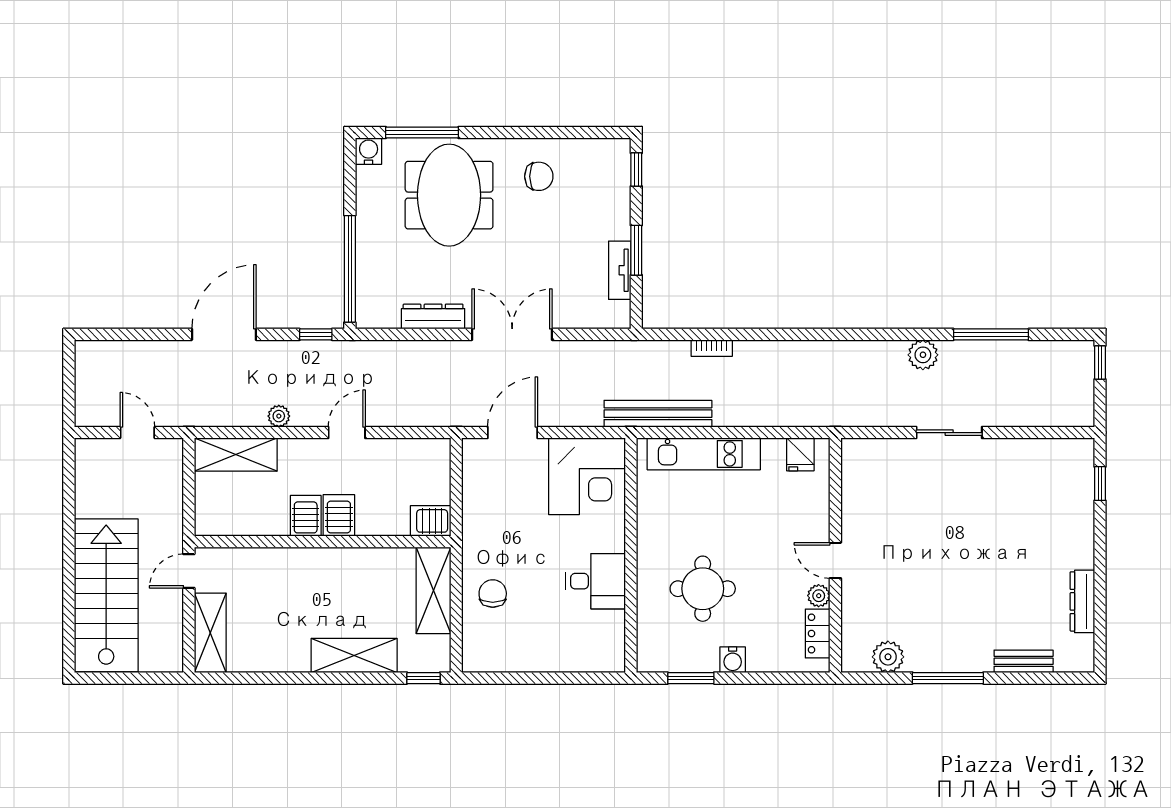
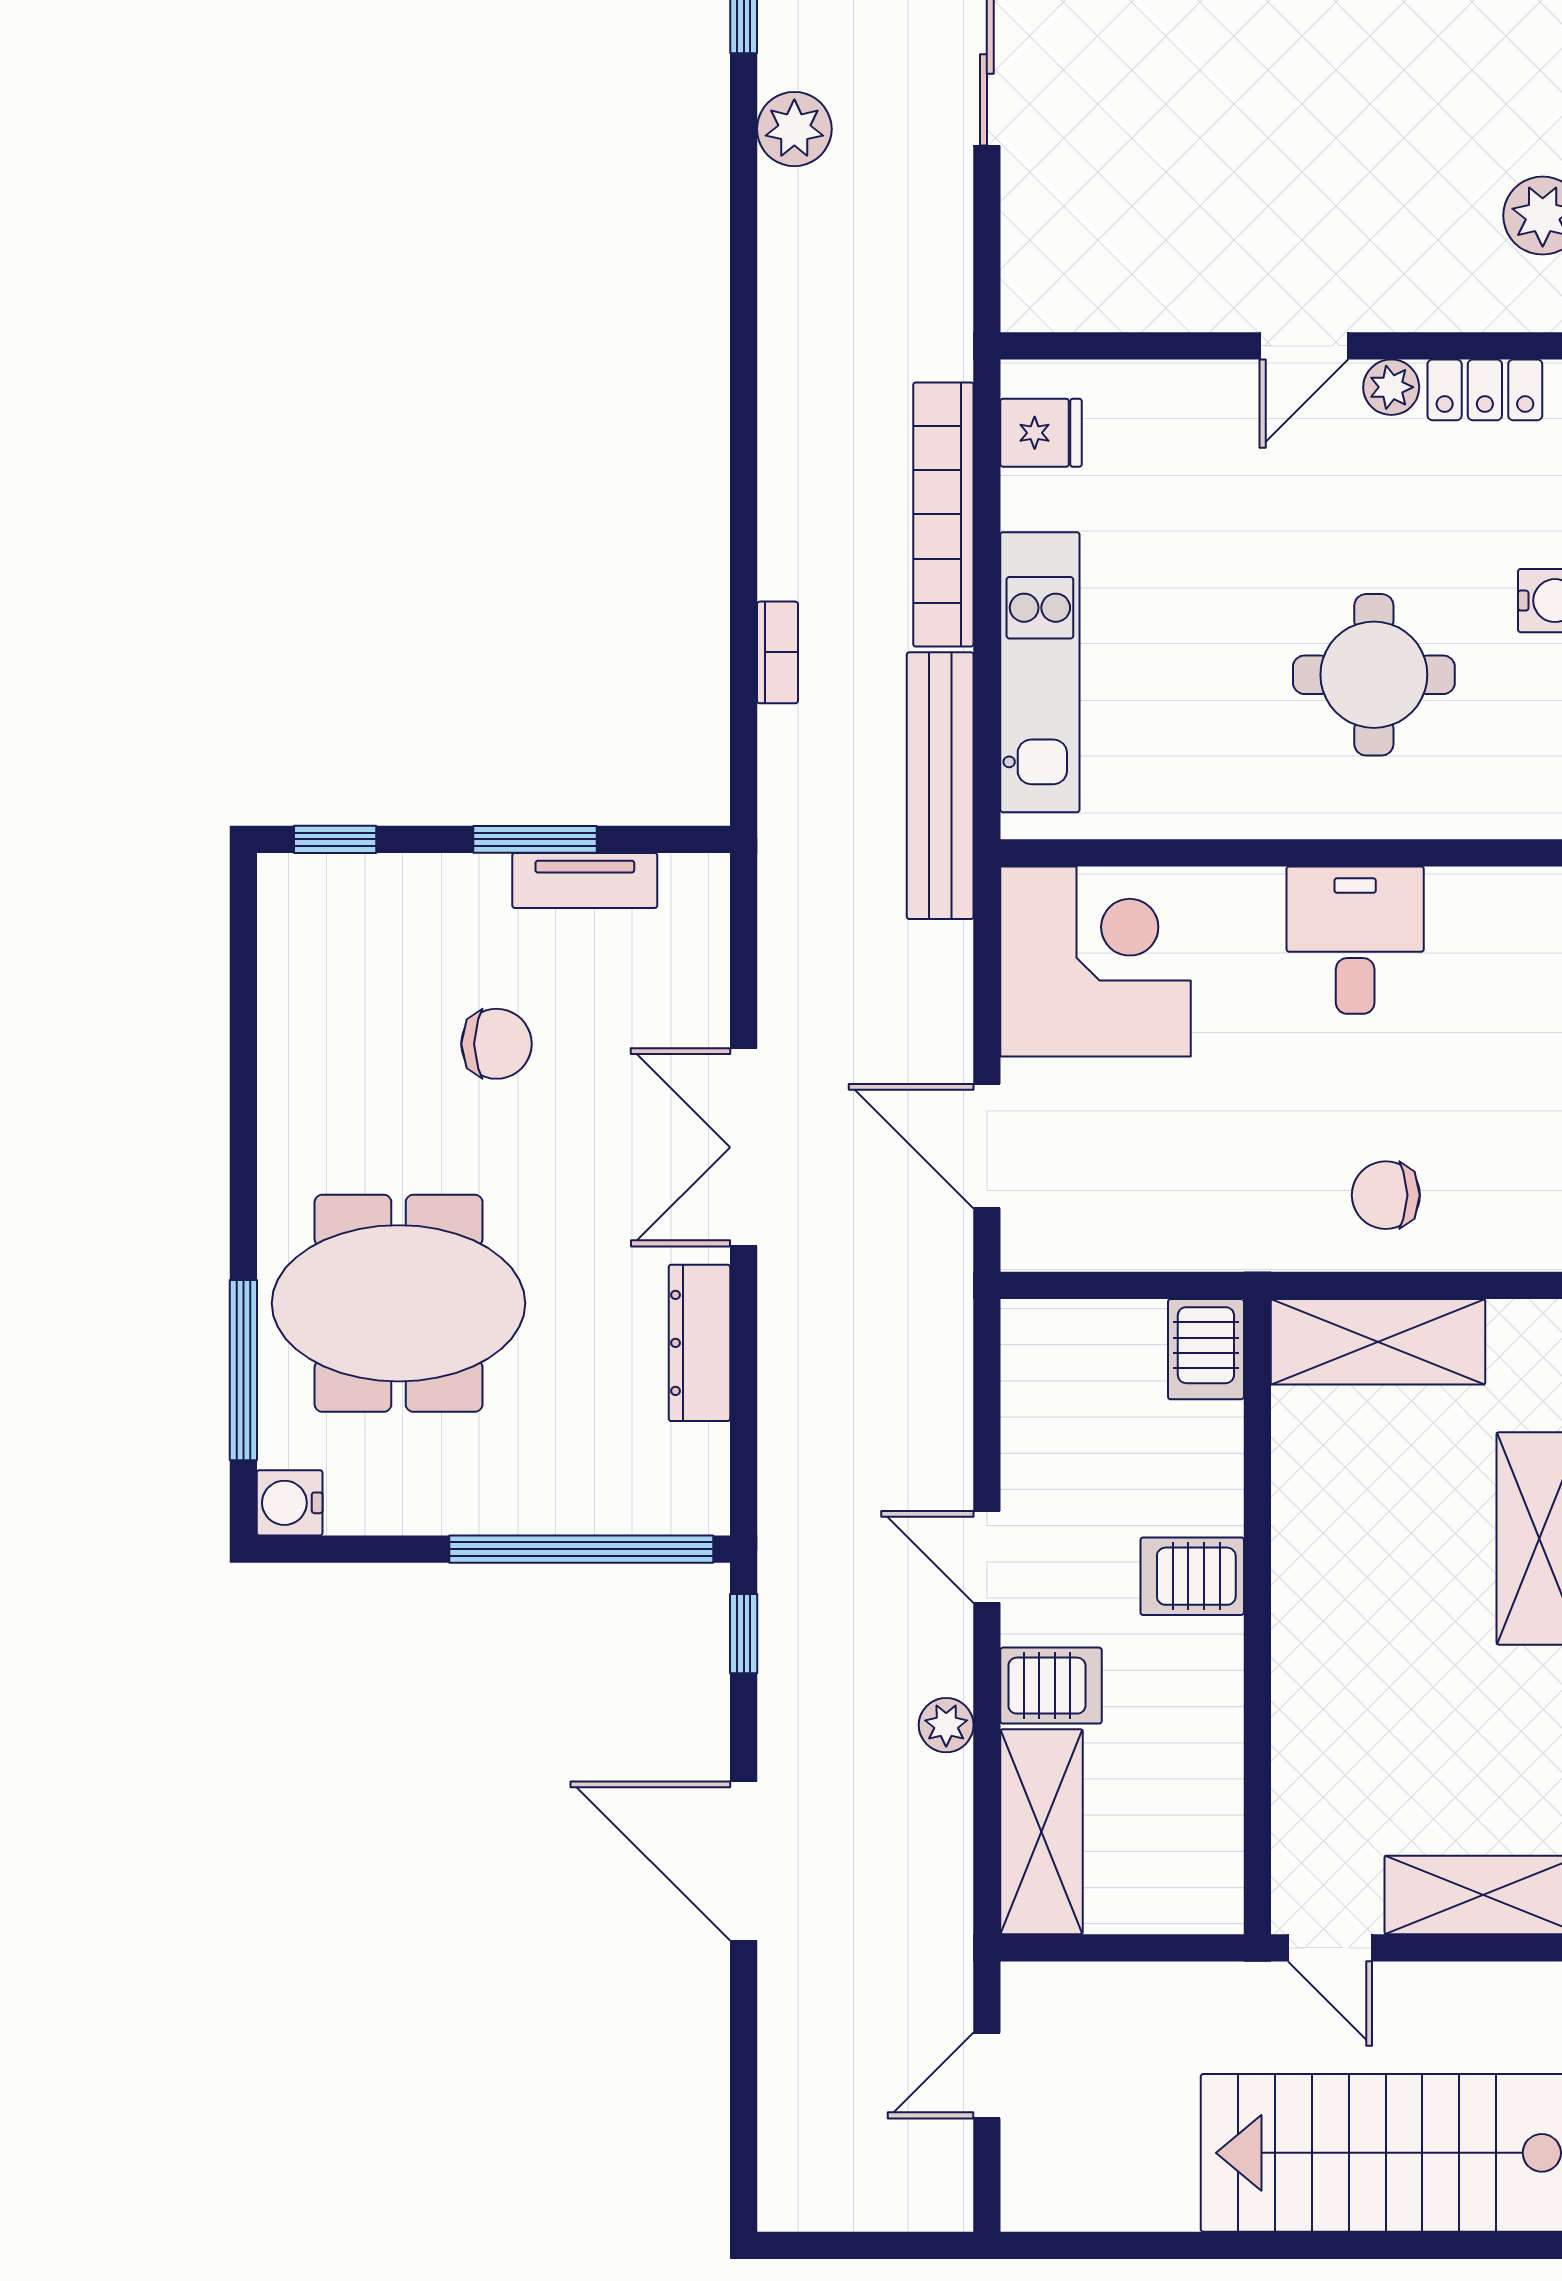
chair: (539, 176) -> (496, 1044), moved, turned 90
bookcase: (767, 415) -> (943, 514), added
server rack: (306, 516) -> (1051, 1686), moved, turned 180

